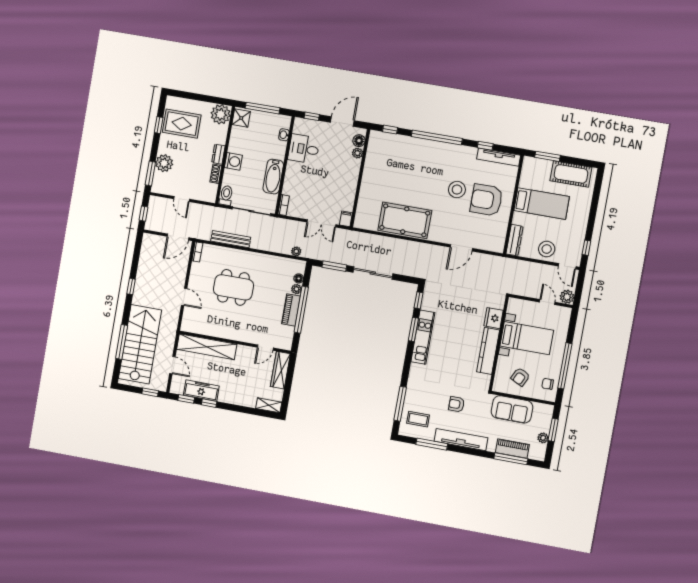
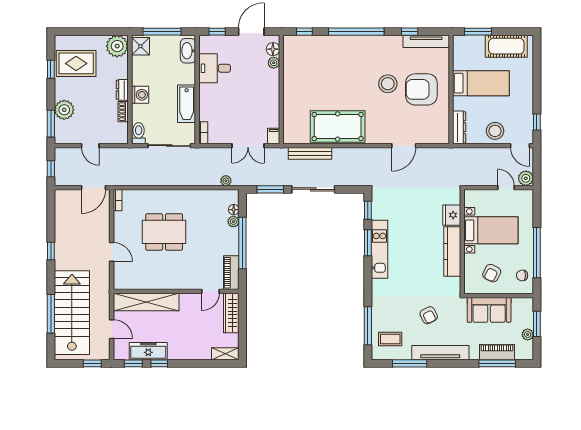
washbasin: (284, 135) -> (188, 51), width x1.91, depth x1.45
bench: (231, 239) -> (310, 153), moved
piano: (291, 310) -> (231, 273), moved
armchair: (457, 404) -> (429, 315), turned -116

